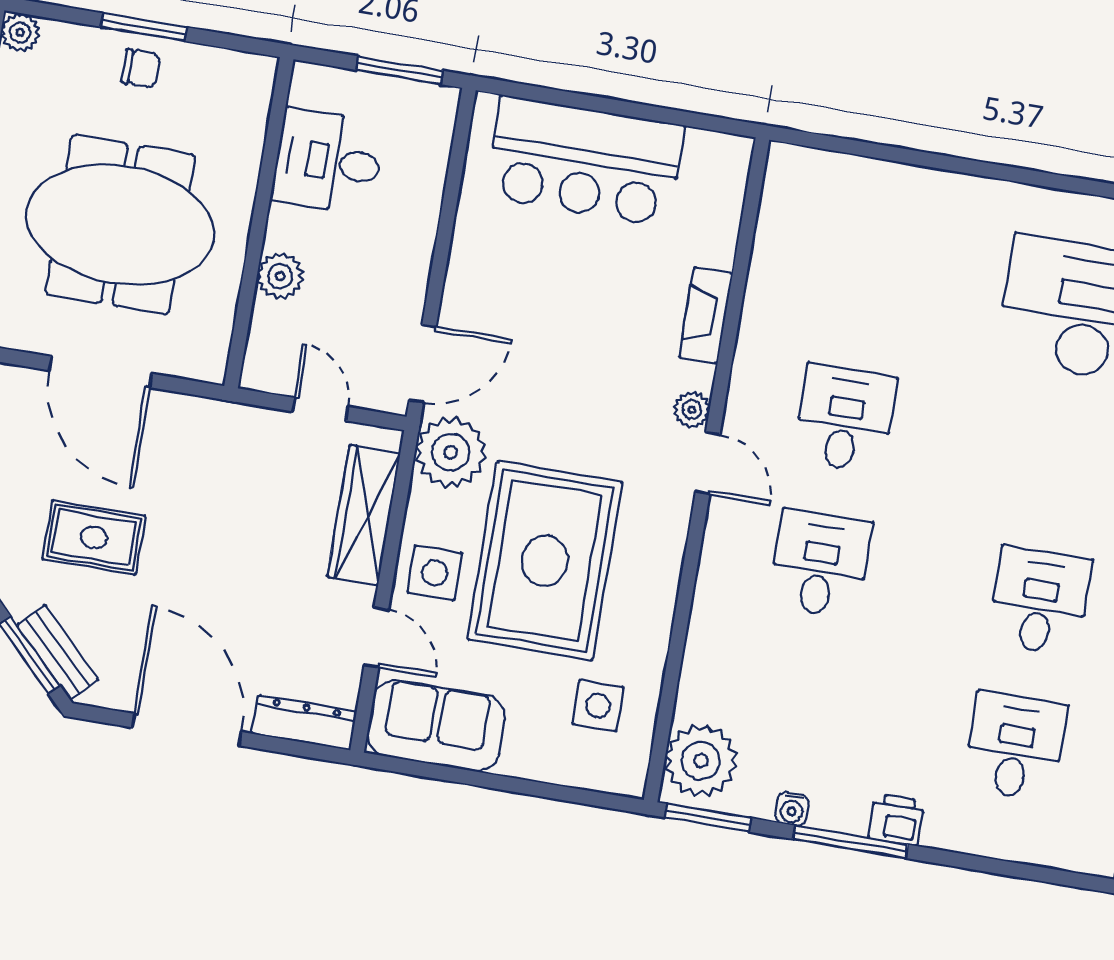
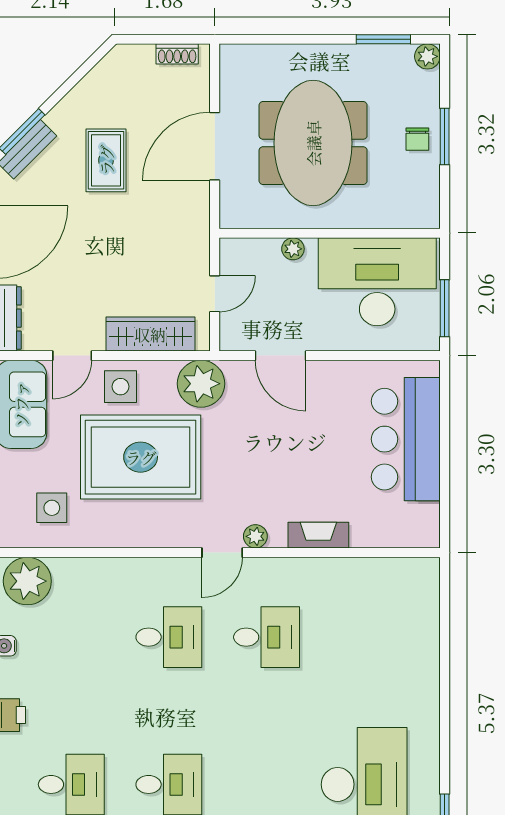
desk: (328, 161) -> (377, 282), width x1.87, depth x1.30
plant: (280, 276) -> (293, 249), width x0.73, depth x0.73
door: (423, 363) -> (280, 356), moved

